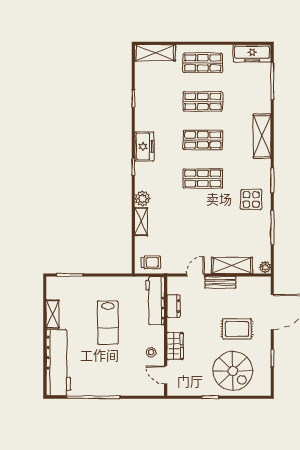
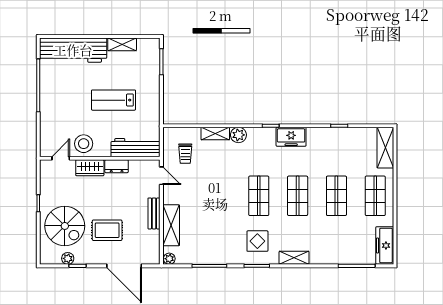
shelving: (262, 136) -> (294, 258), width x0.67, depth x0.75
display table: (251, 199) -> (257, 241), moved
trolley: (151, 262) -> (185, 154), moved
door: (195, 275) -> (161, 176), moved
dresser: (173, 306) -> (117, 166), moved
rug: (237, 329) -> (107, 230), turned 90
stool: (151, 352) -> (84, 144), width x1.89, depth x1.89
plant: (265, 368) -> (68, 258), added
spiral stairs: (233, 371) -> (65, 226), turned -90

